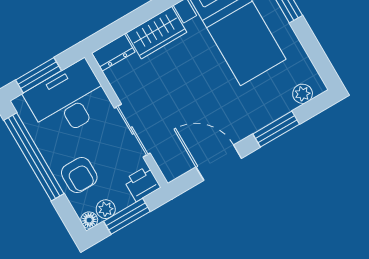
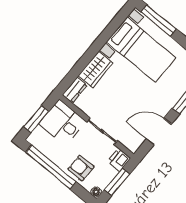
desk: (68, 100) -> (62, 122), width x0.73
armchair: (79, 175) -> (81, 168), turned 180
plant: (106, 209) -> (103, 182), removed

